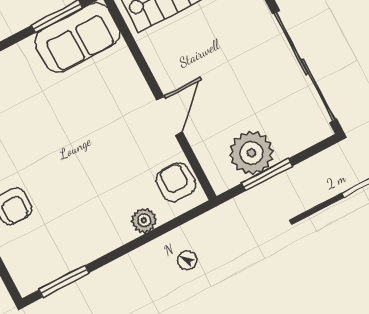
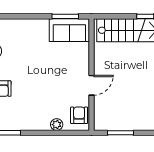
plant: (251, 153) -> (119, 120), removed

